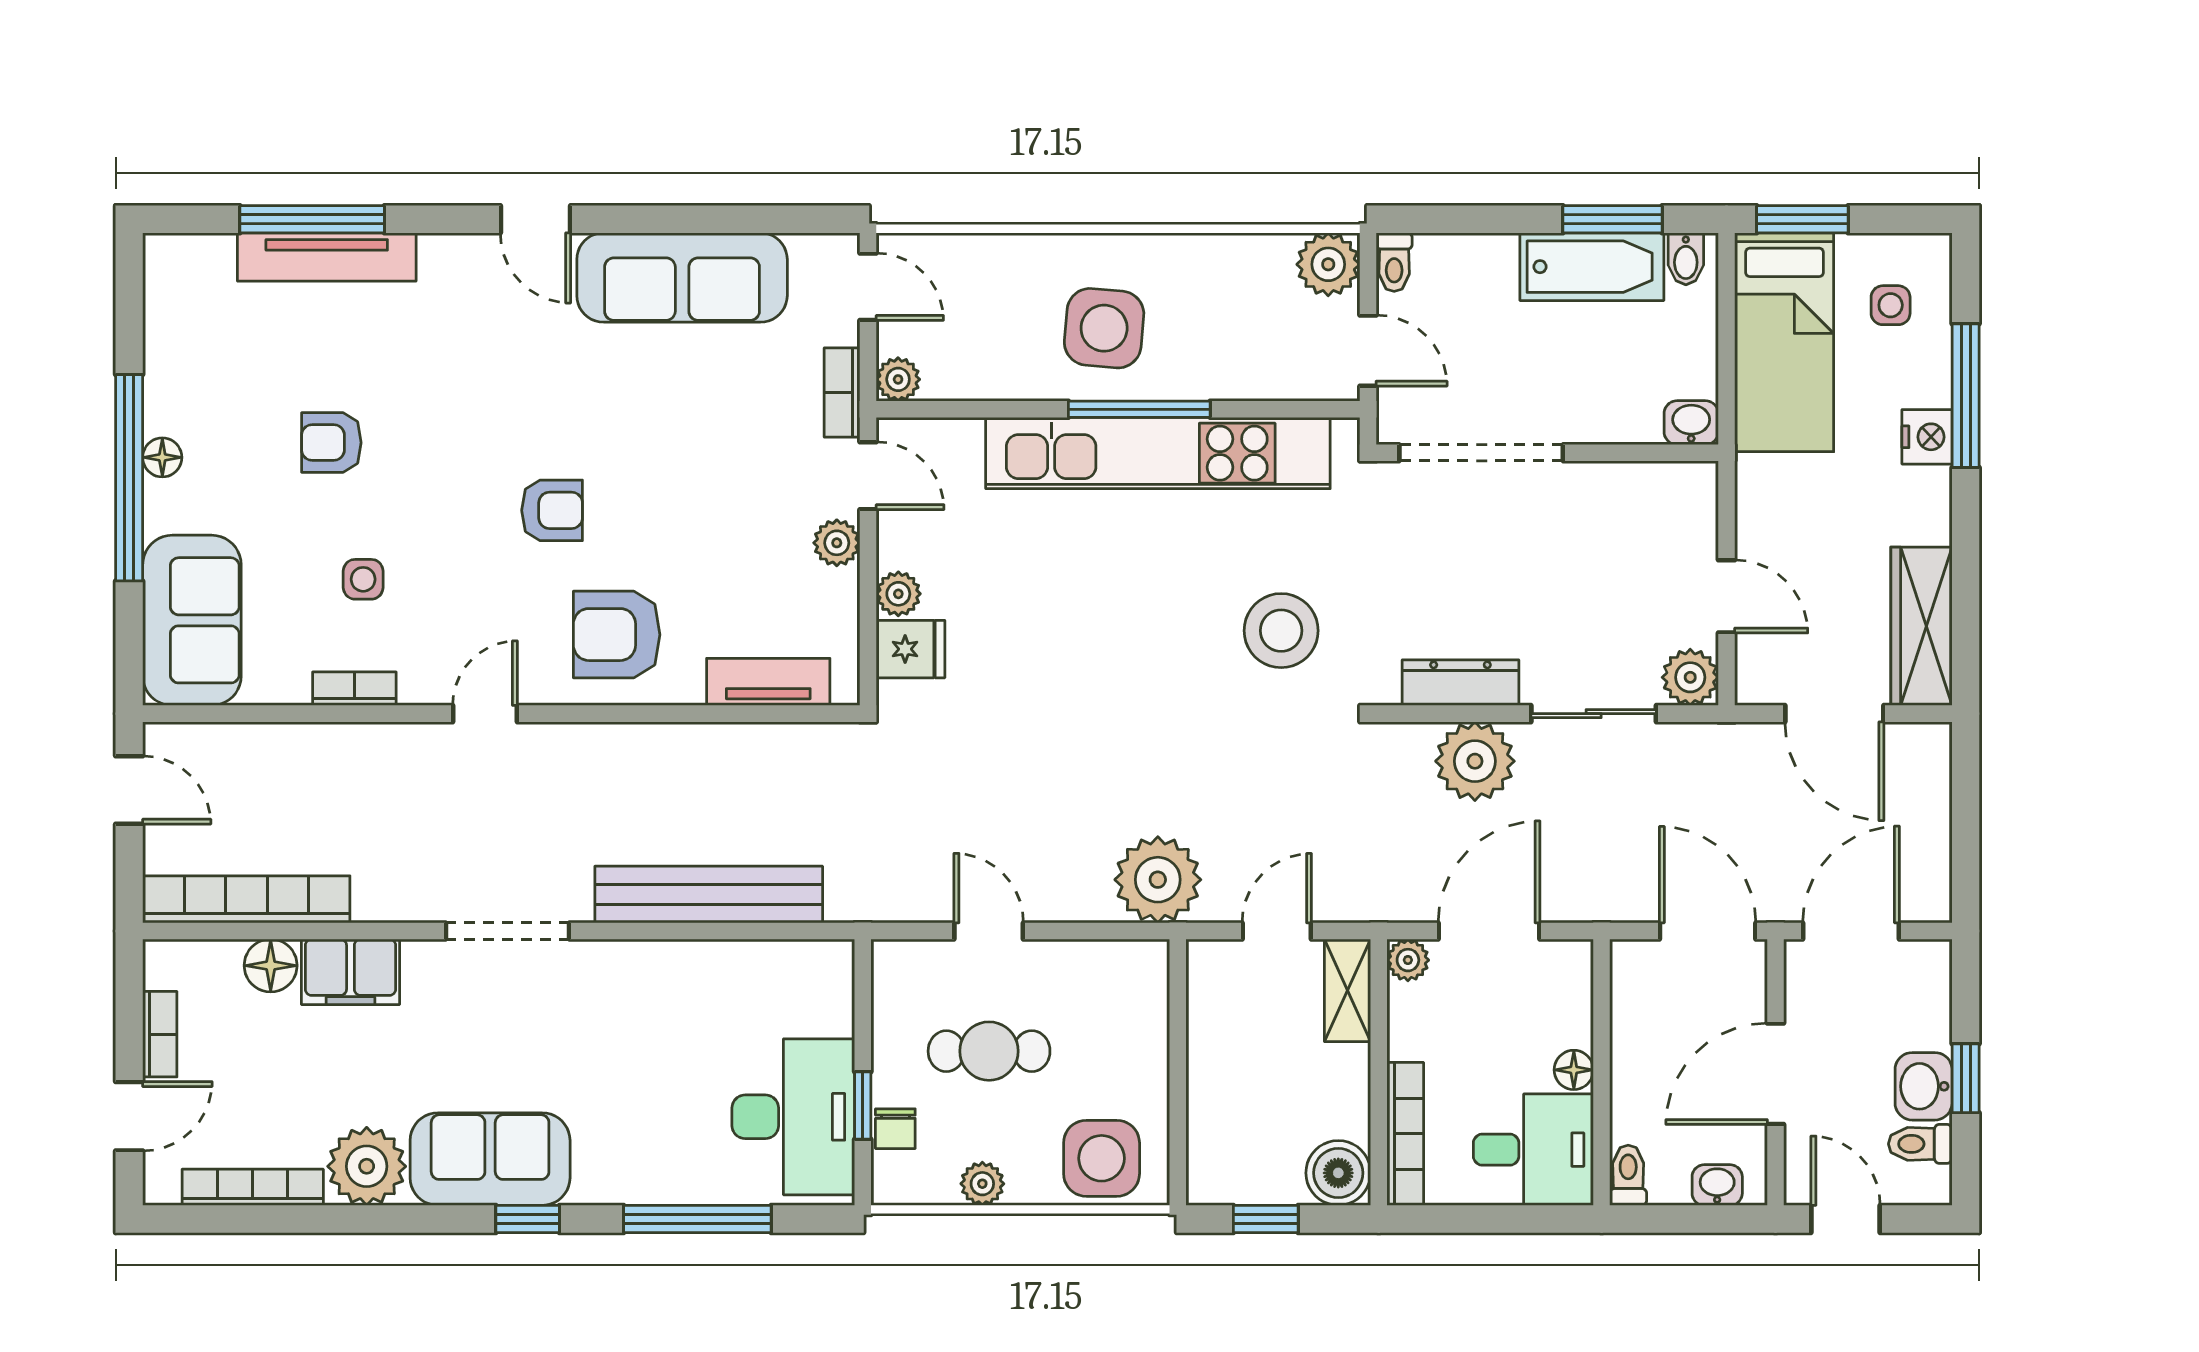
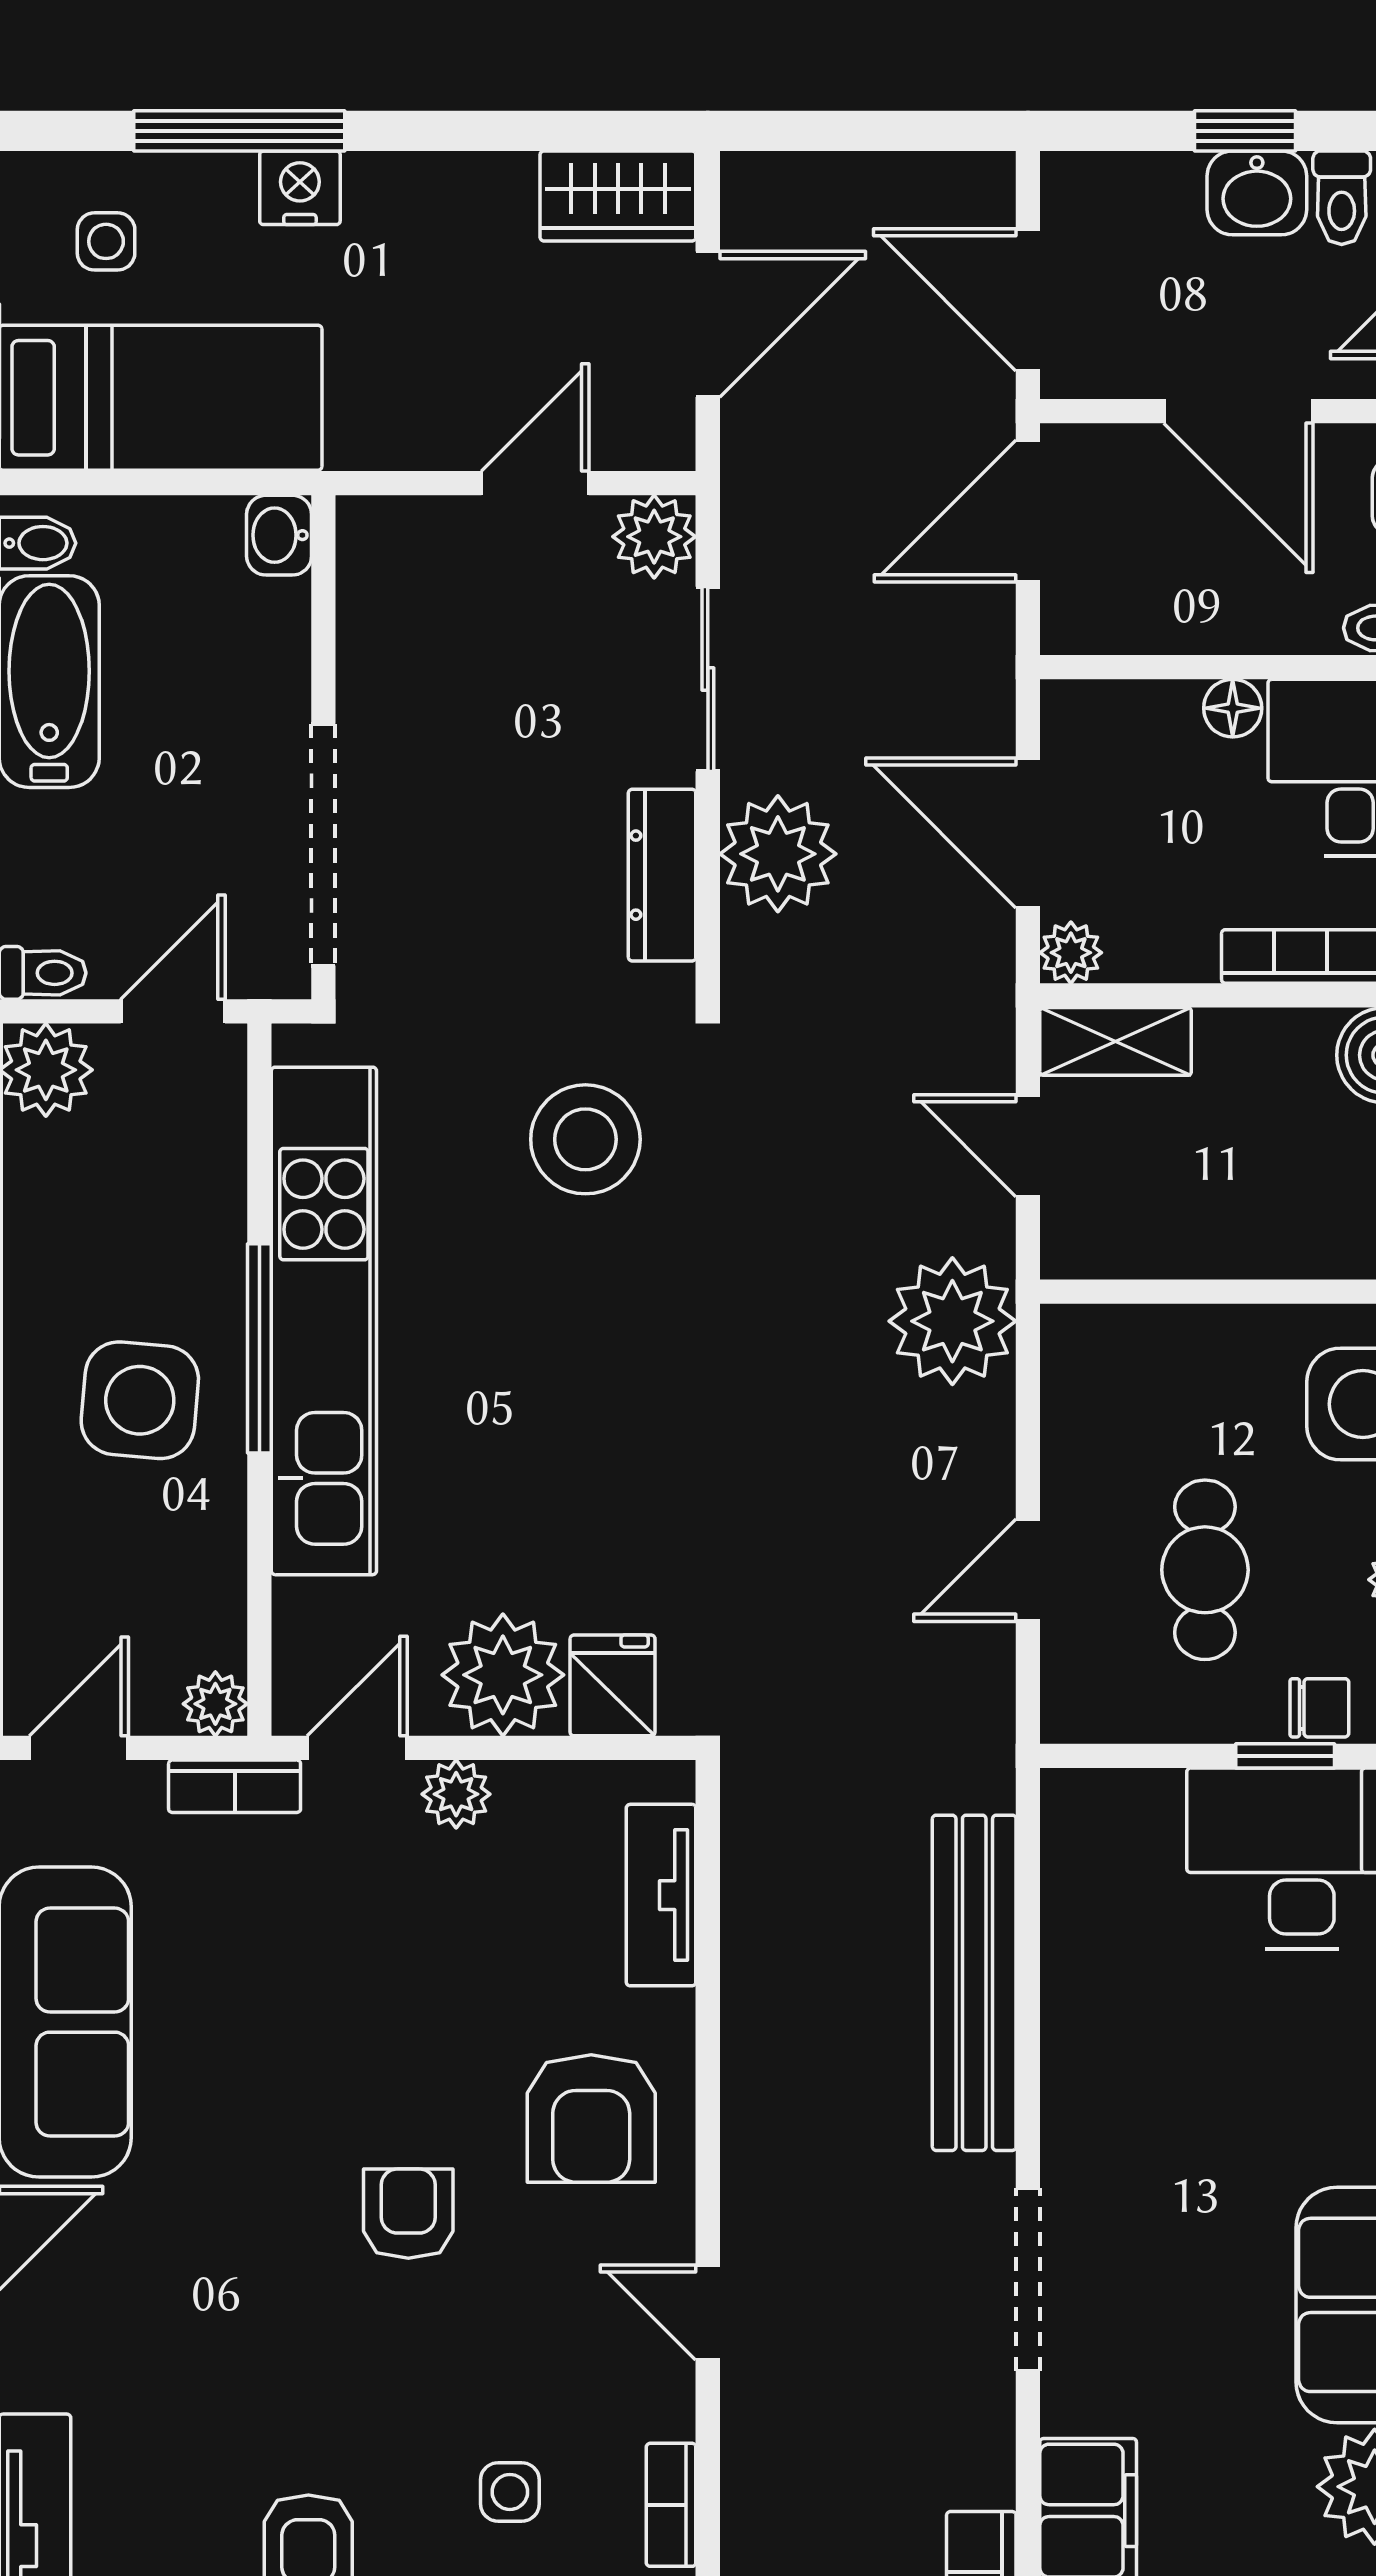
plant: (898, 594) -> (503, 1675), width x1.88, depth x1.88
wardrobe: (1921, 626) -> (618, 196), width x0.67

